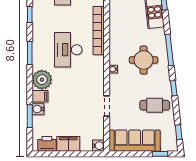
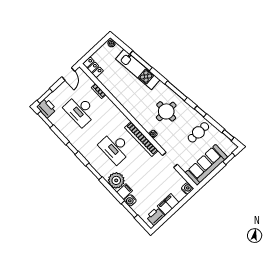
bookcase: (99, 31) -> (141, 139), moved

